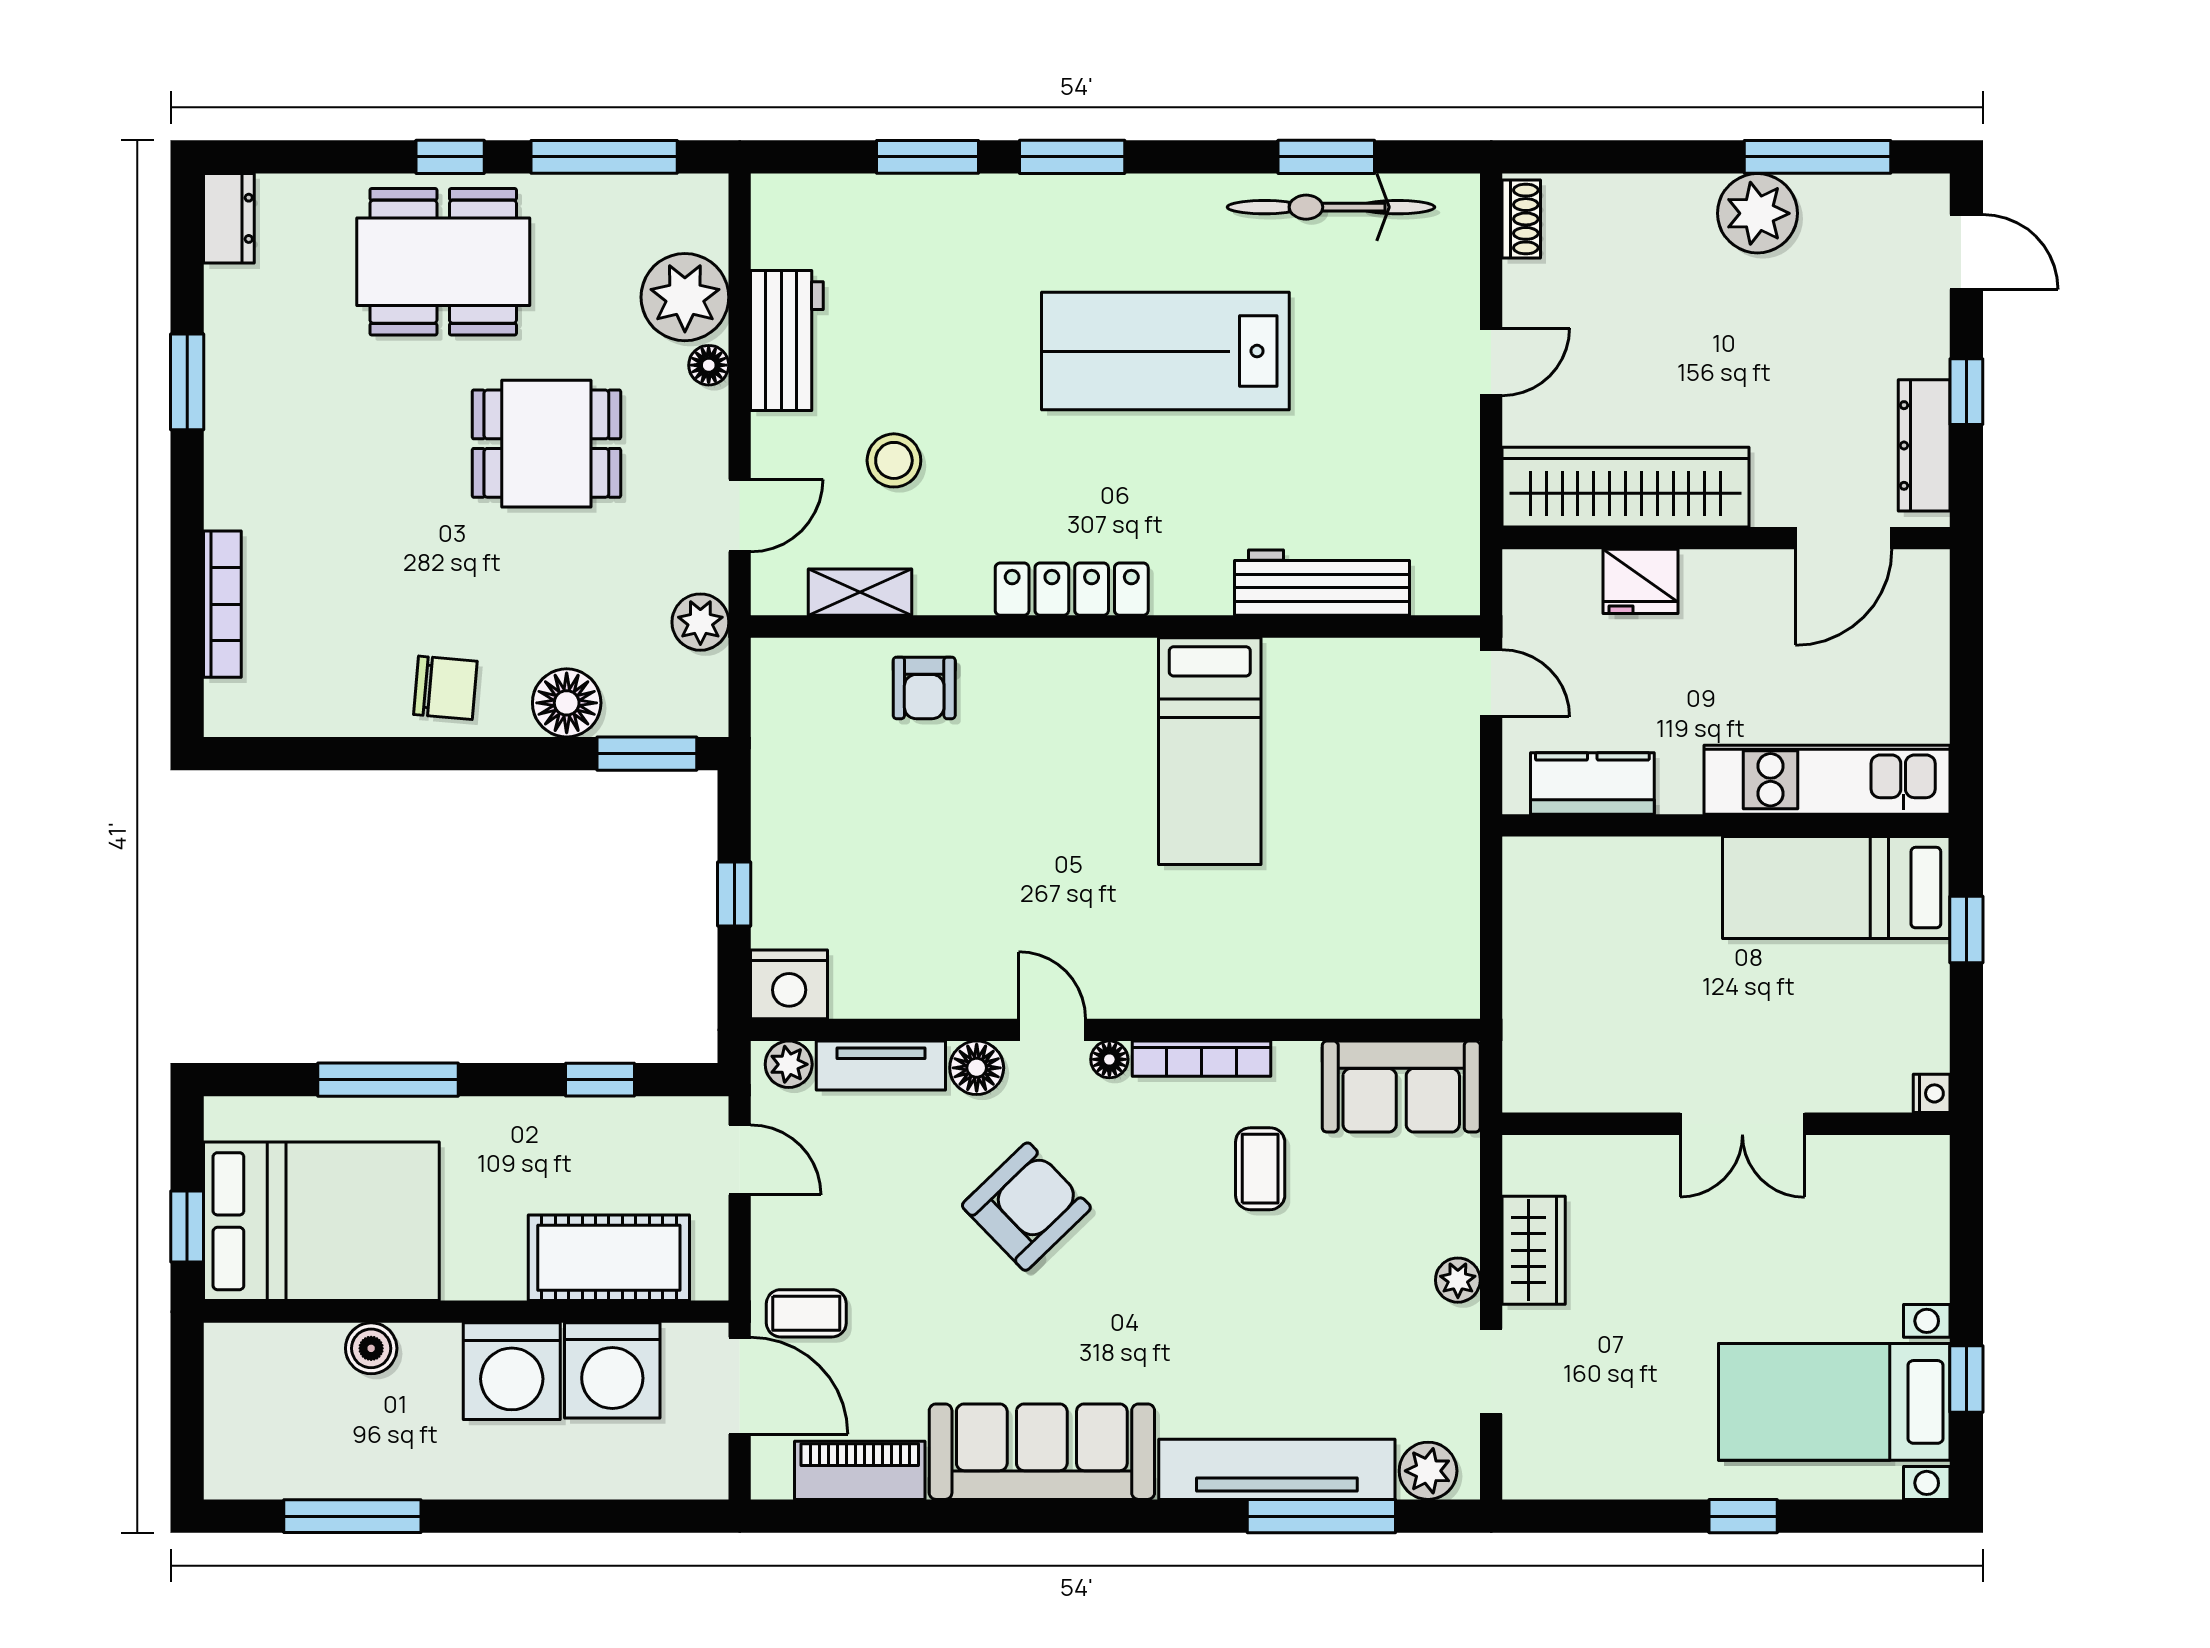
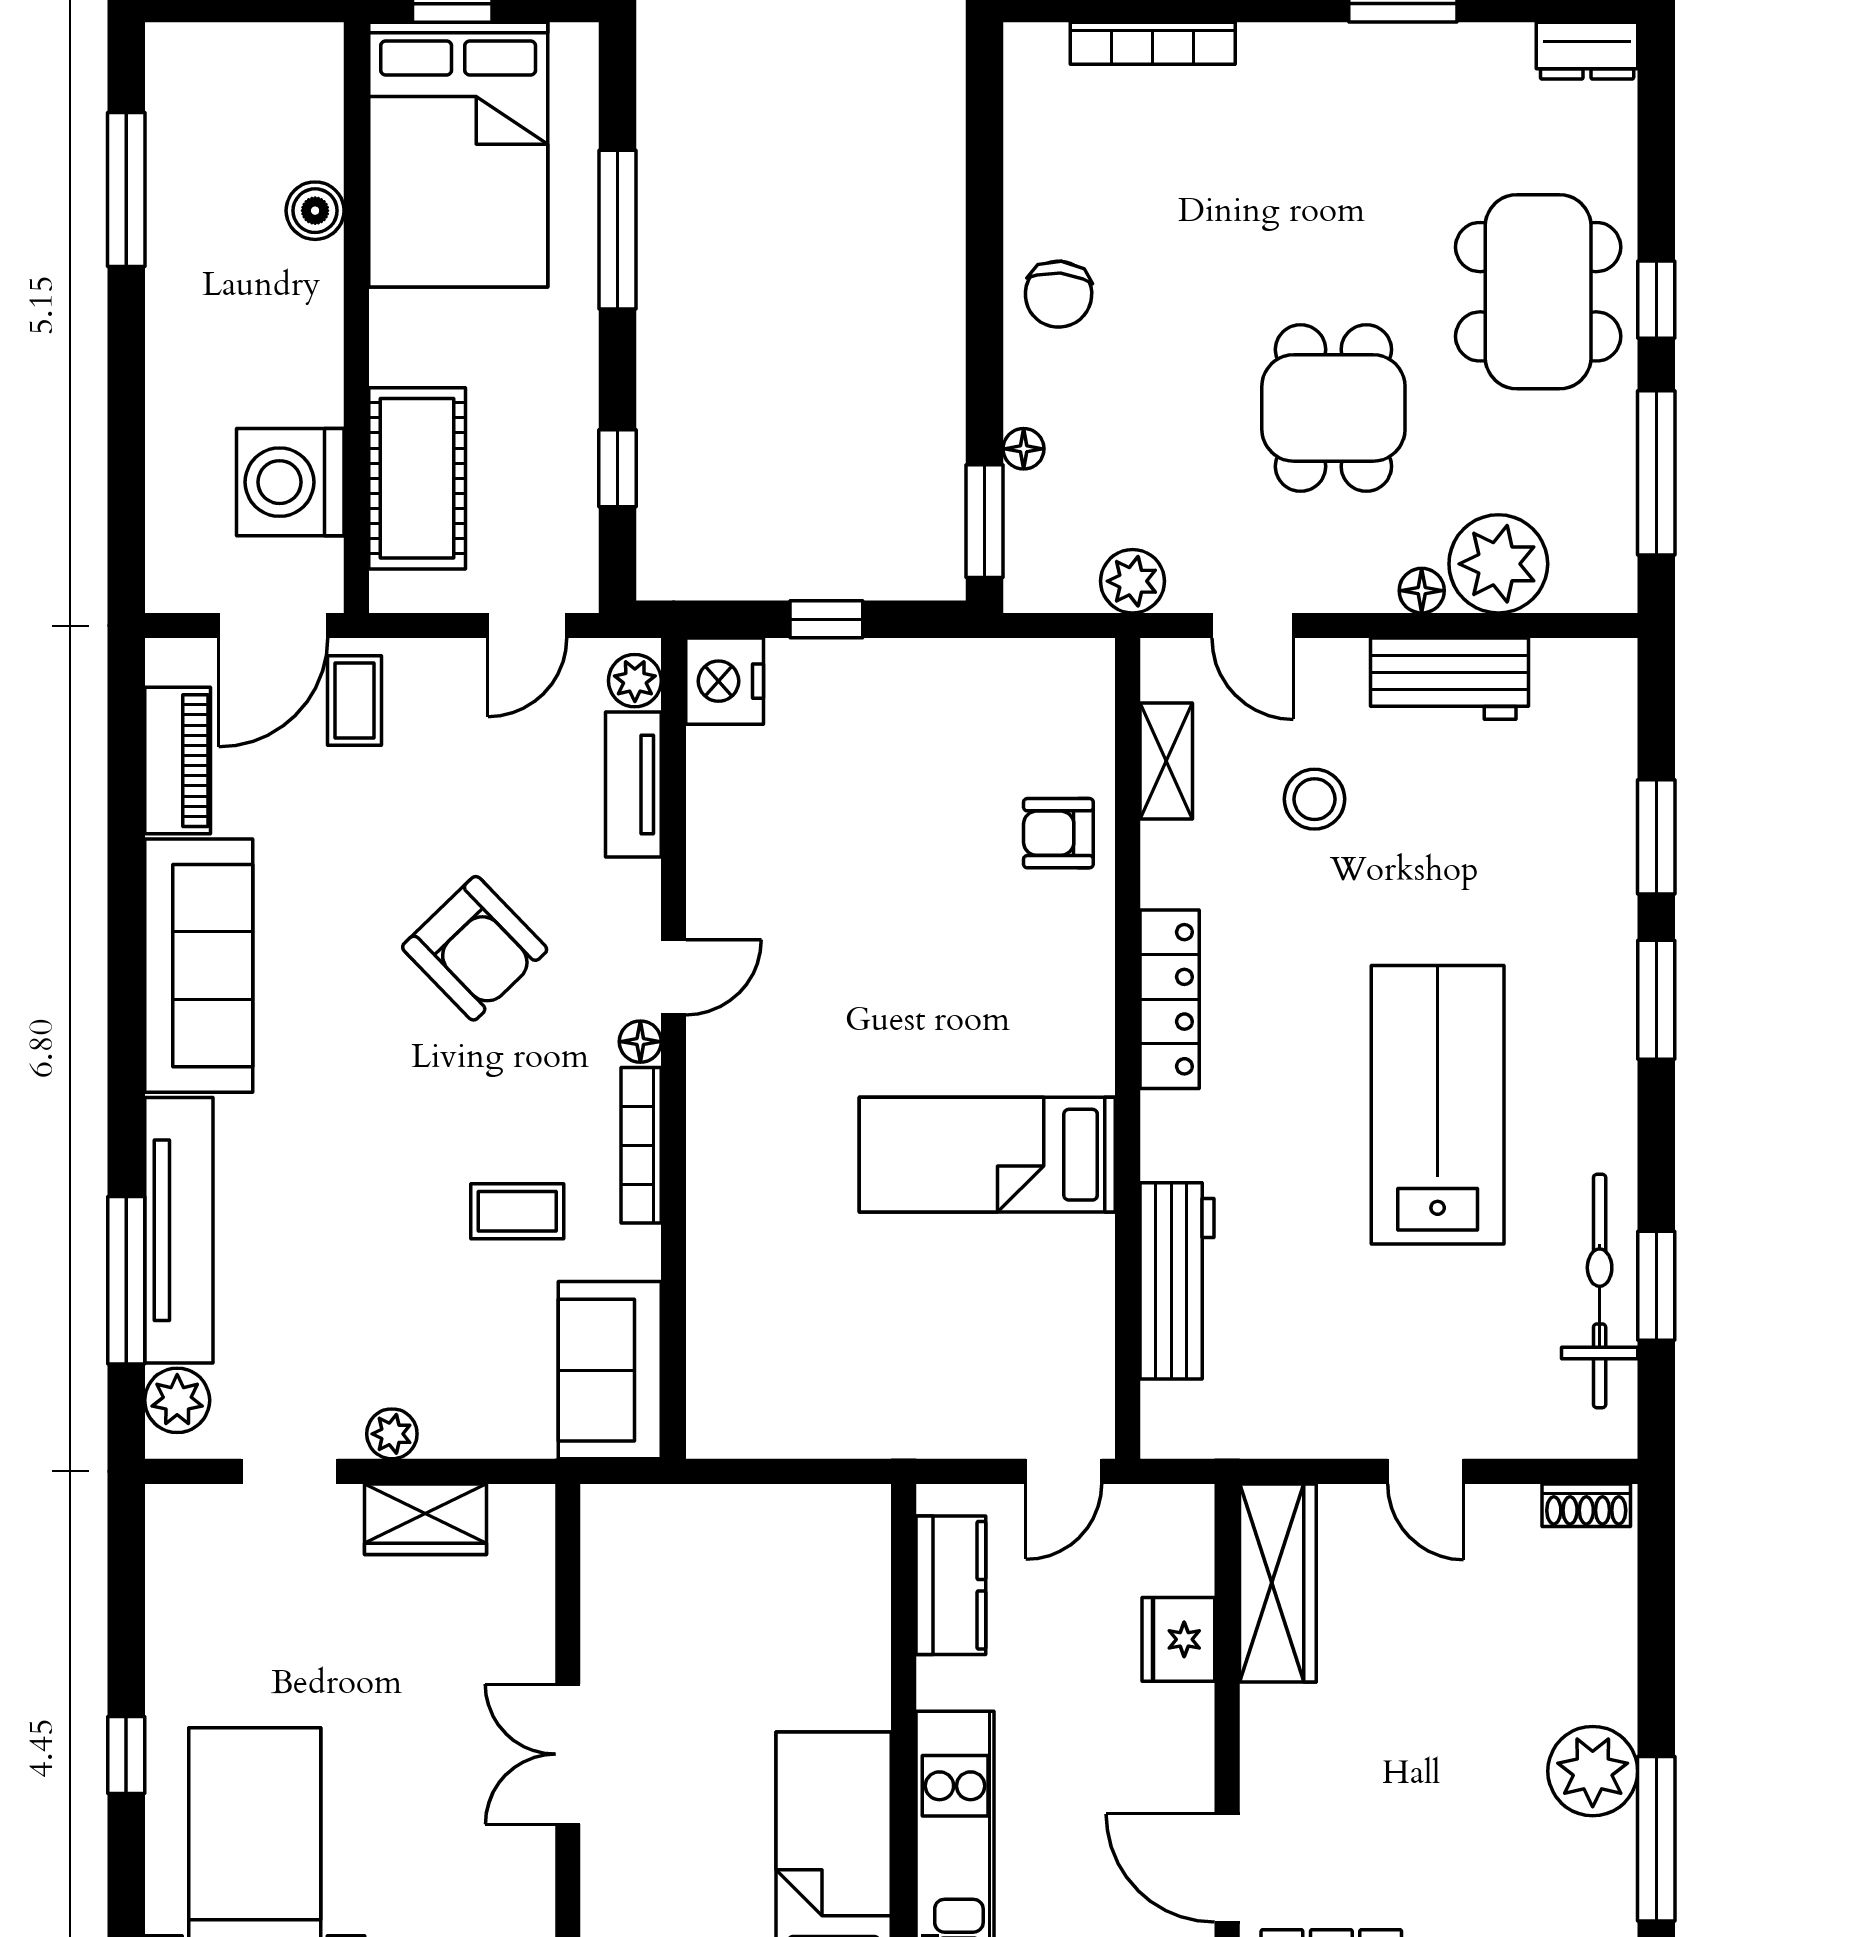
wardrobe: (1626, 487) -> (1278, 1583), width x0.71, depth x0.85
floor lamp: (567, 703) -> (1024, 449), width x0.53, depth x0.53
floor lamp: (977, 1068) -> (631, 892), removed
washing machine: (512, 1371) -> (289, 369), removed

